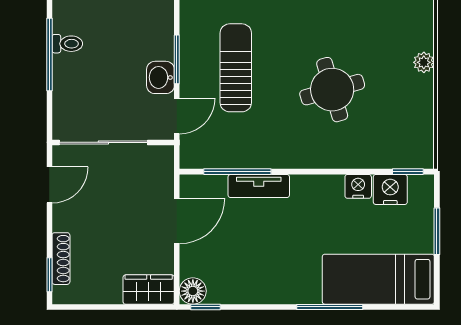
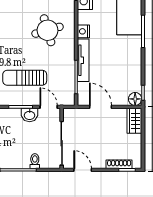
toilet: (67, 44) -> (35, 161), moved
round table: (332, 90) -> (48, 30), moved
tv unit: (259, 186) -> (83, 60), width x1.41
nightstand: (358, 186) -> (83, 31), moved

